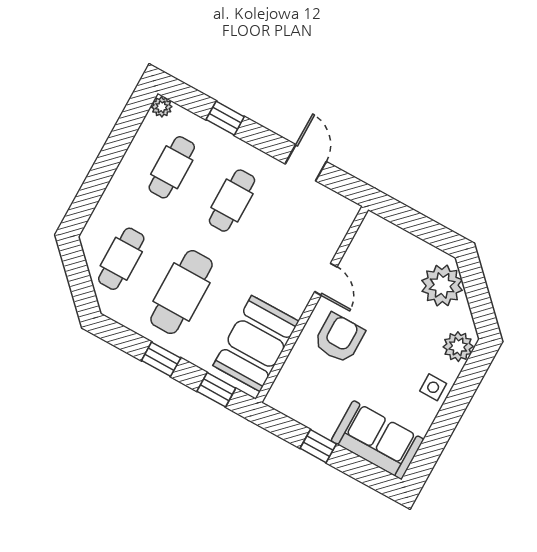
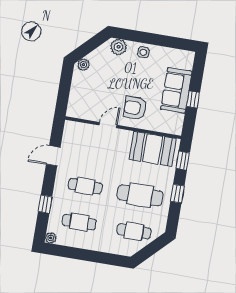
plant: (442, 285) -> (83, 65), width x0.53, depth x0.53
sofa: (377, 440) -> (176, 90), moved

